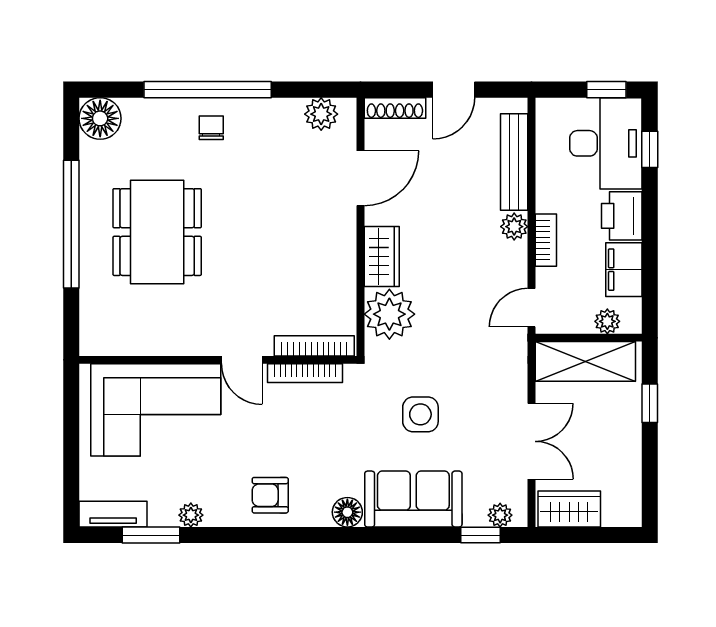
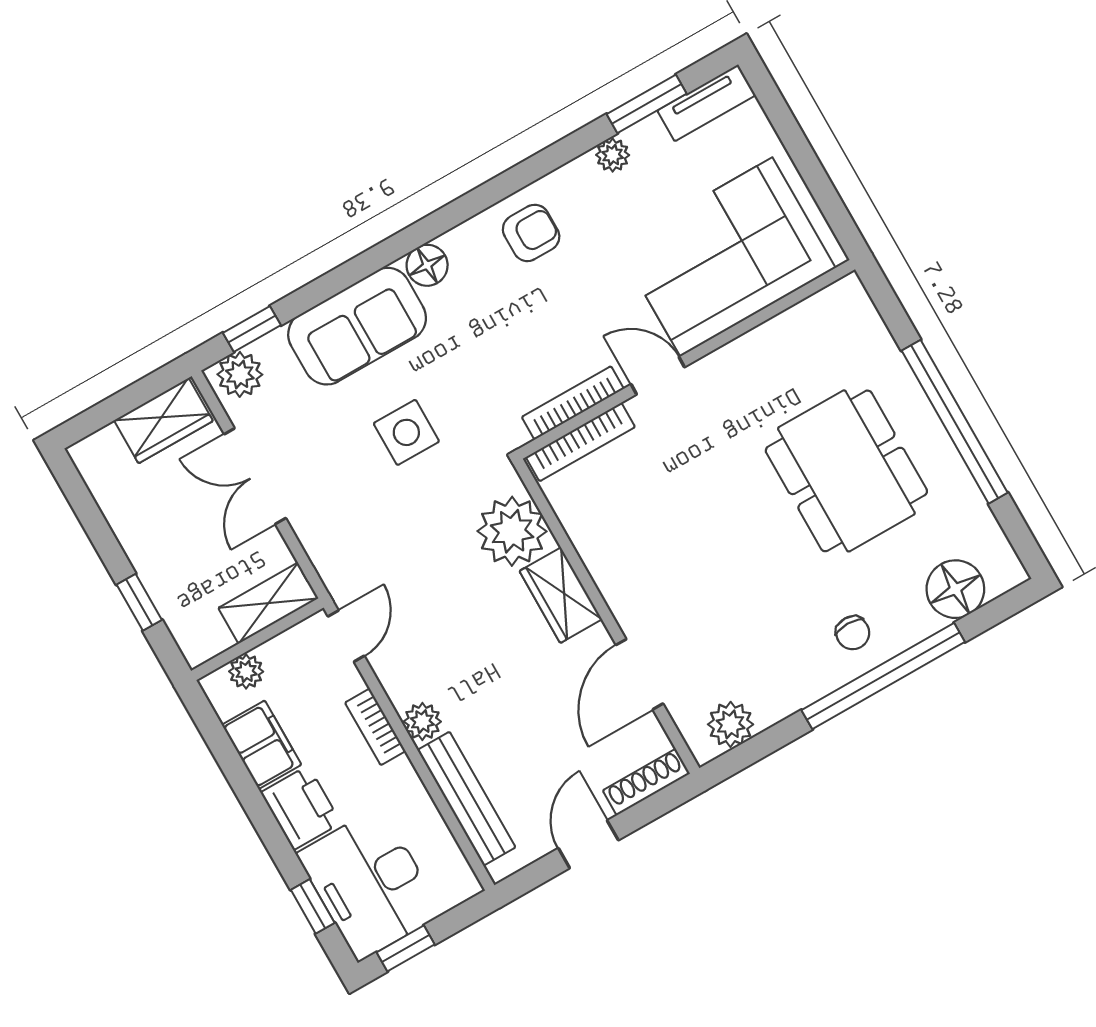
floor lamp: (100, 118) -> (955, 589), moved
shelving: (585, 361) -> (268, 603), width x0.67, depth x0.75
plant: (500, 515) -> (240, 374), width x1.38, depth x1.38

